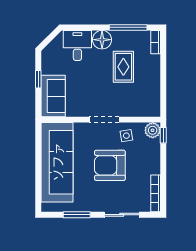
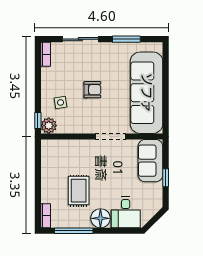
doorway: (104, 120) -> (111, 136), moved
side table: (126, 136) -> (61, 102), moved
armchair: (110, 165) -> (92, 90), width x0.53, depth x0.53
bookcase: (156, 193) -> (46, 54), width x0.64

